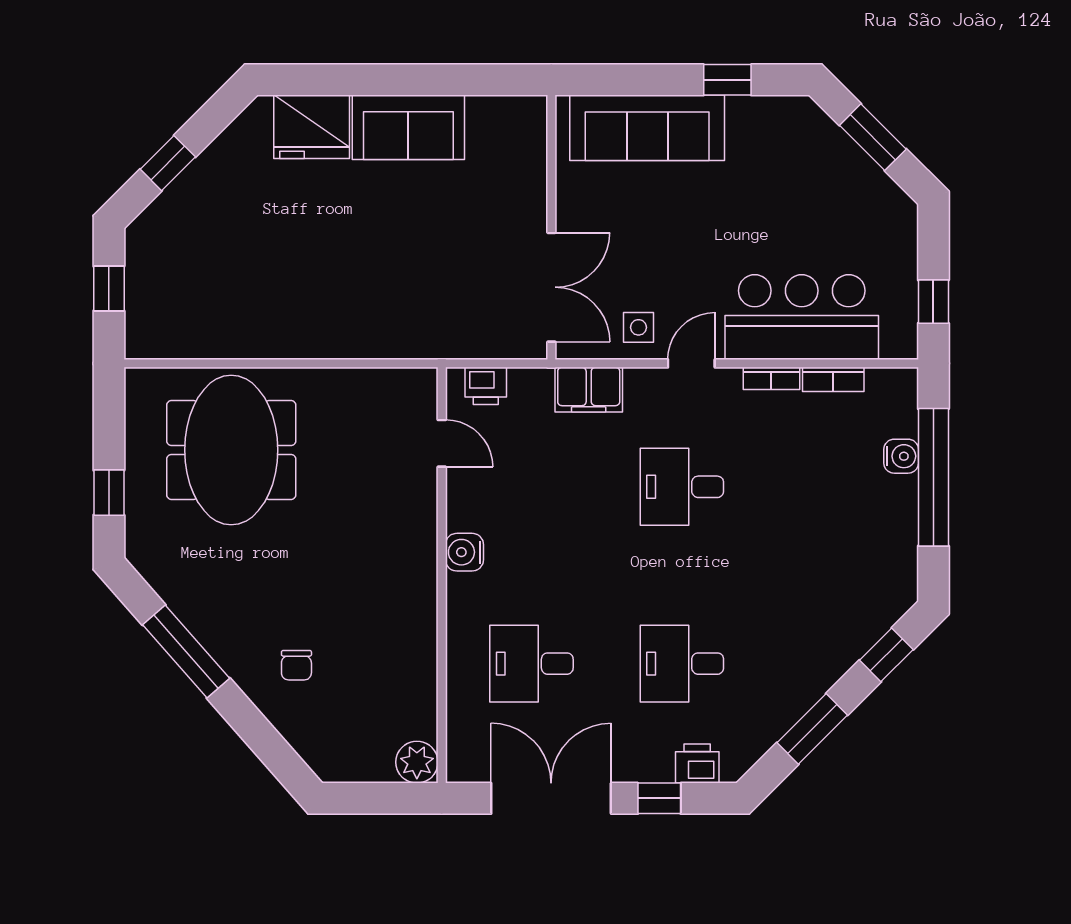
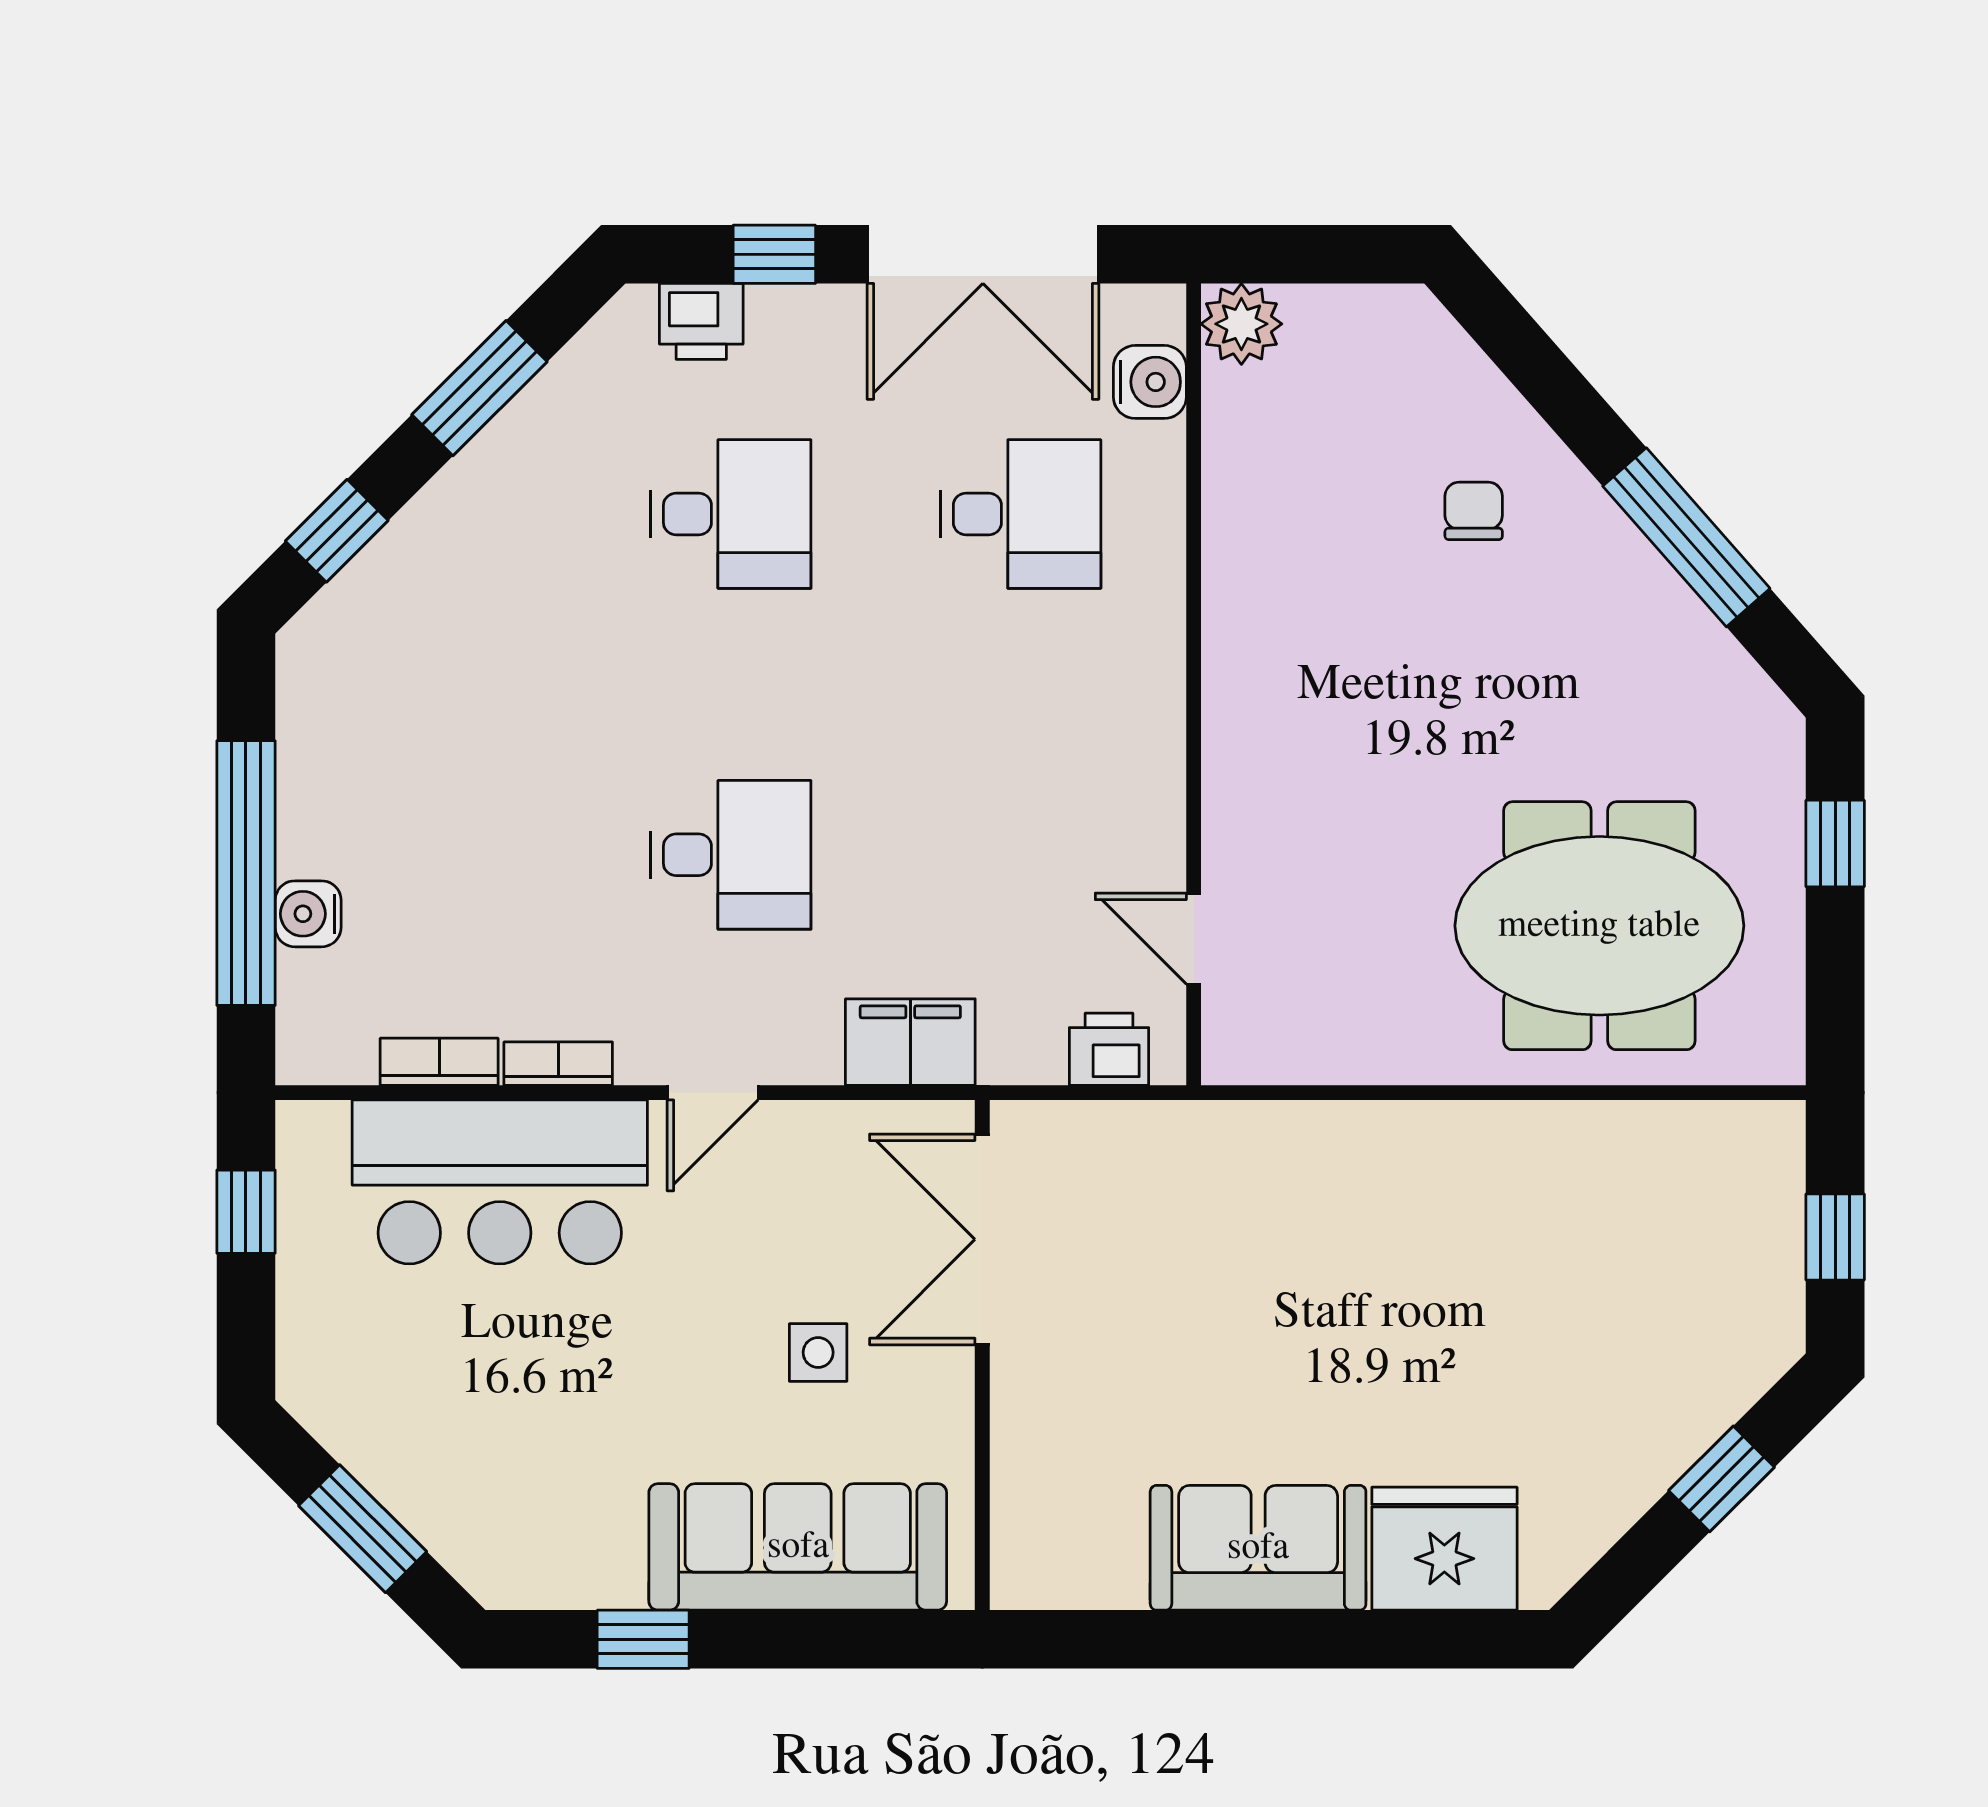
side table: (638, 327) -> (818, 1352), moved
meeting table: (231, 450) -> (1599, 926), turned 90
water cooler: (464, 552) -> (1150, 382), moved

